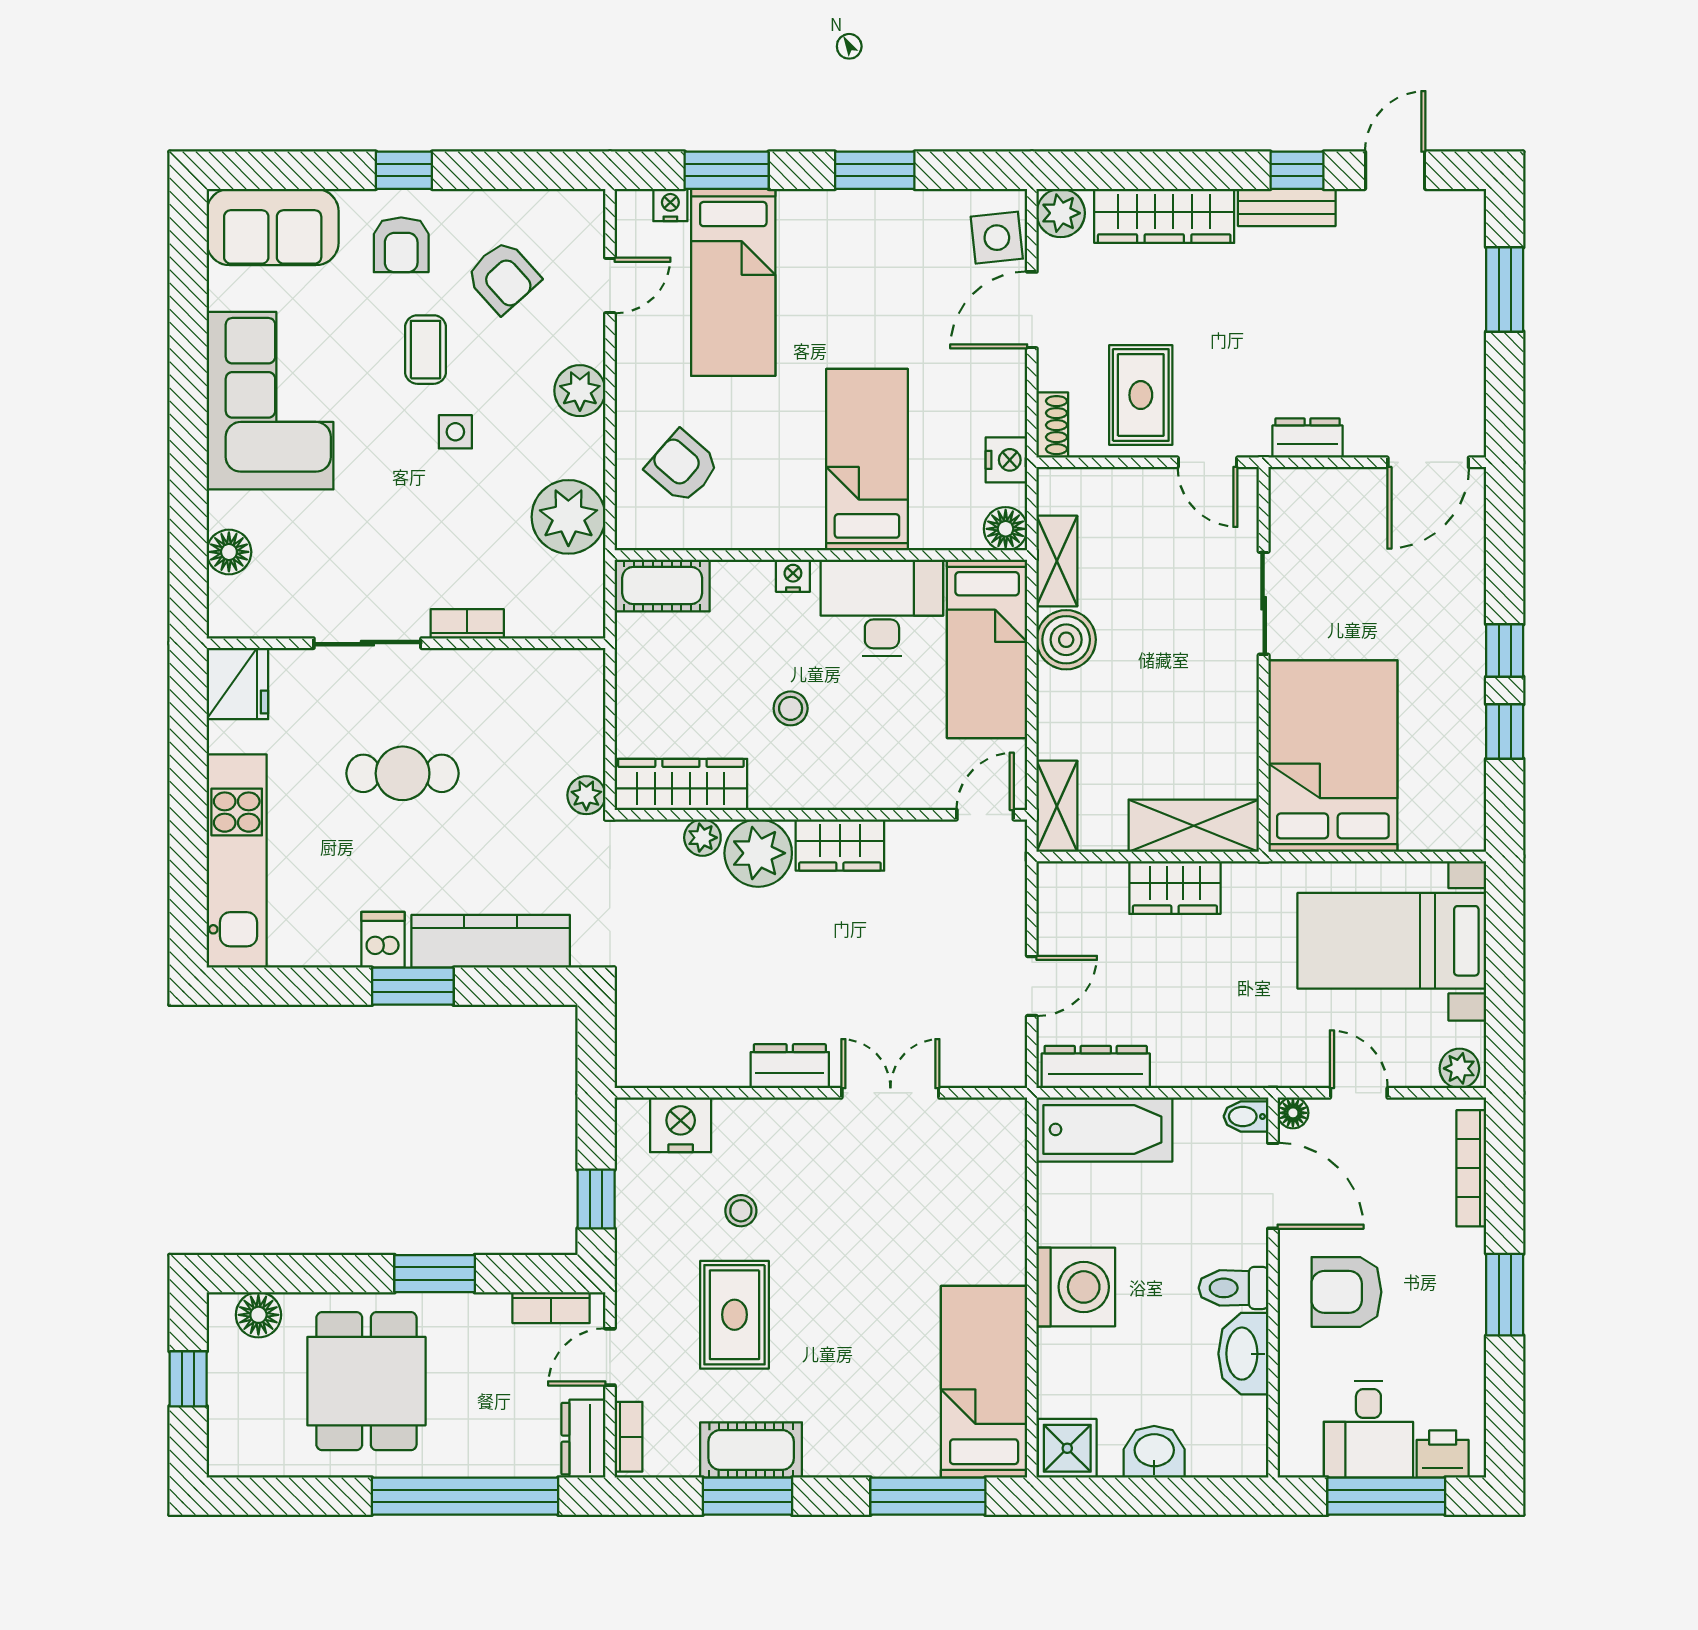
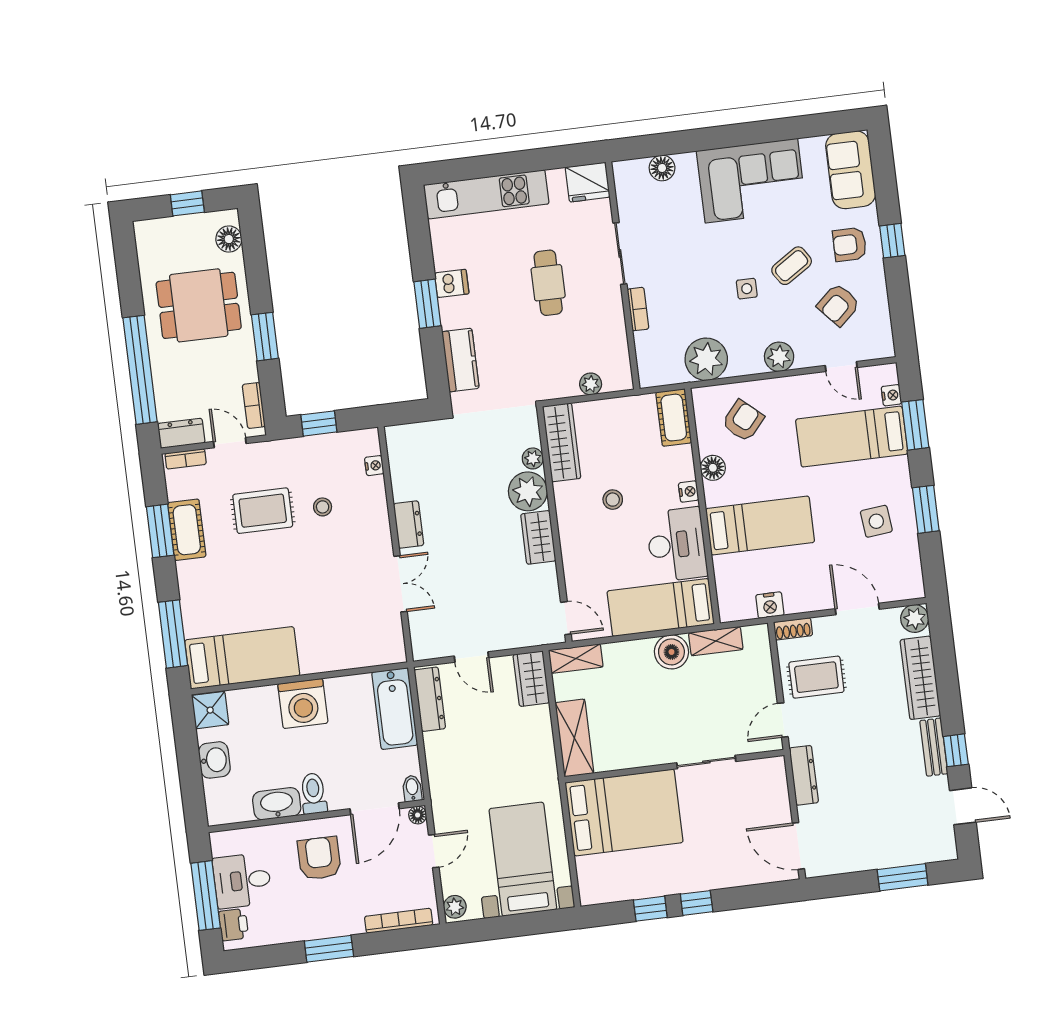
side table: (997, 238) -> (876, 521), moved
coffee table: (425, 350) -> (792, 266), turned -33
dresser: (1307, 438) -> (804, 775), width x1.44
floor lamp: (1006, 529) -> (713, 468), moved
plant: (586, 795) -> (591, 384), moved
wardrobe: (1175, 887) -> (531, 679), moved
kitchen counter: (491, 941) -> (460, 360), width x0.67
nightstand: (681, 1125) -> (374, 466), width x0.53, depth x0.56

